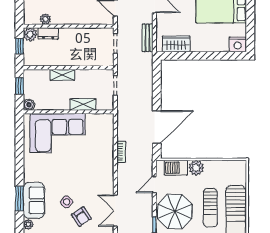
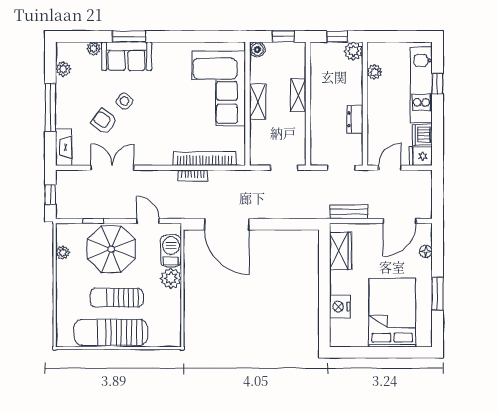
dresser: (48, 33) -> (355, 119), moved
nightstand: (238, 44) -> (340, 307), moved
shelving: (83, 104) -> (258, 102), moved
bookcase: (109, 143) -> (205, 158), added
armchair: (81, 217) -> (104, 121), turned 70

